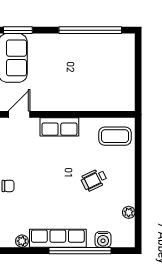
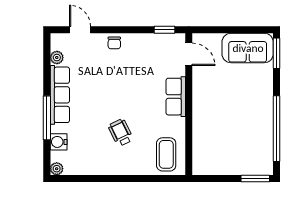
window: (138, 51) -> (255, 178), added
plant: (129, 212) -> (57, 169), moved
window: (80, 251) -> (47, 118), width x0.68

